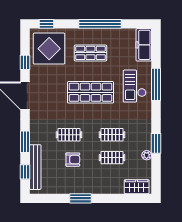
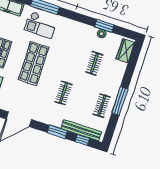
clothes rail: (112, 135) -> (102, 106), moved
window: (156, 143) -> (104, 26), moved
armchair: (73, 160) -> (85, 97), removed
window: (80, 198) -> (120, 101), width x1.44

